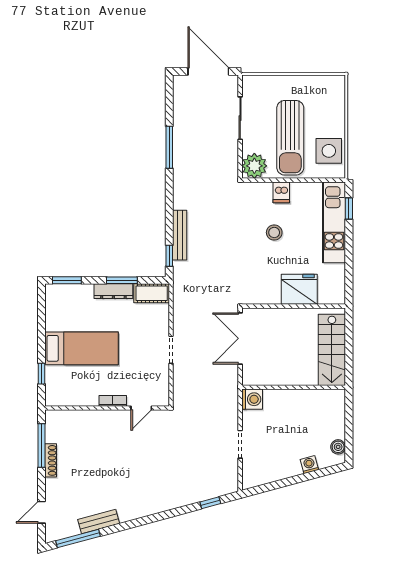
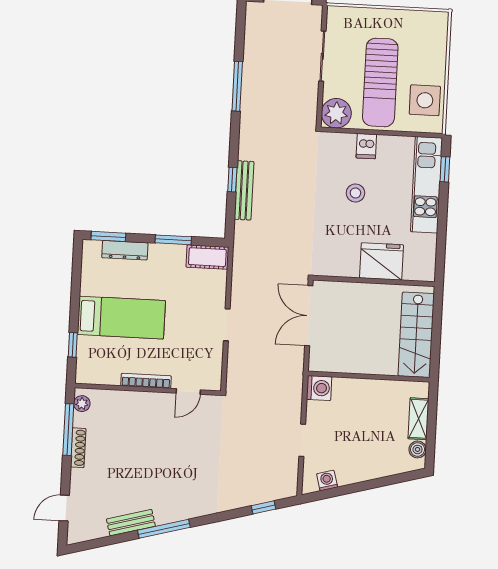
window: (169, 256) -> (232, 180), moved
dresser: (113, 291) -> (125, 250), moved
bookcase: (113, 401) -> (146, 381), width x1.56
shelving: (338, 421) -> (418, 419), added
plant: (52, 423) -> (82, 404), added
washing machine: (309, 465) -> (327, 480), moved
window: (78, 538) -> (164, 529), moved

